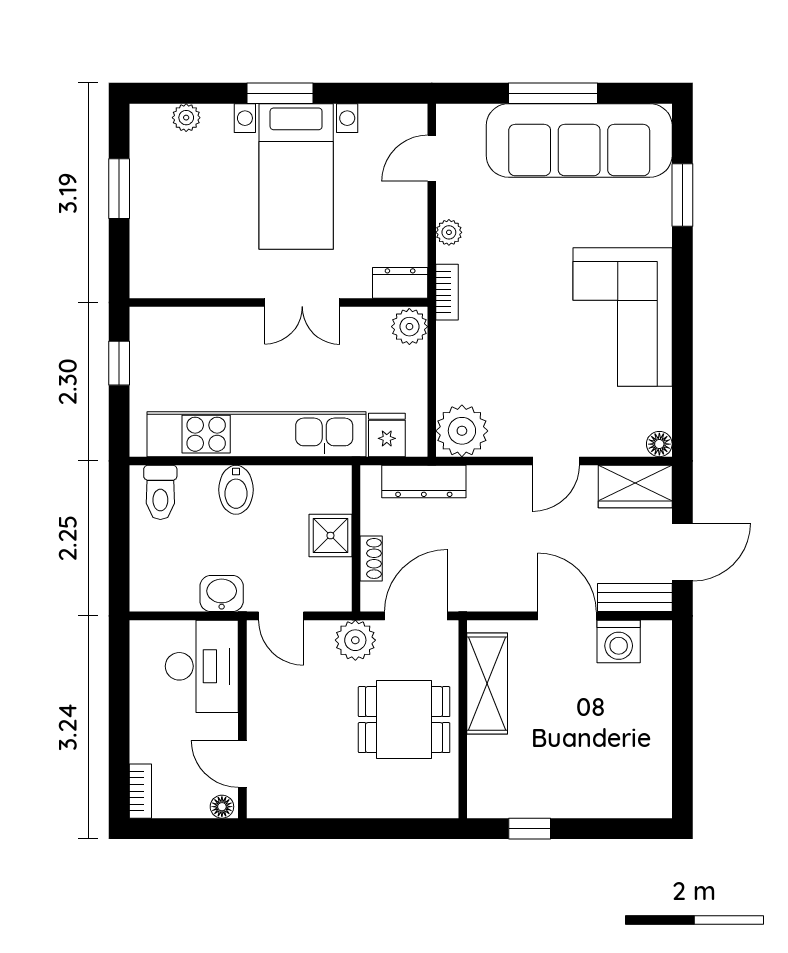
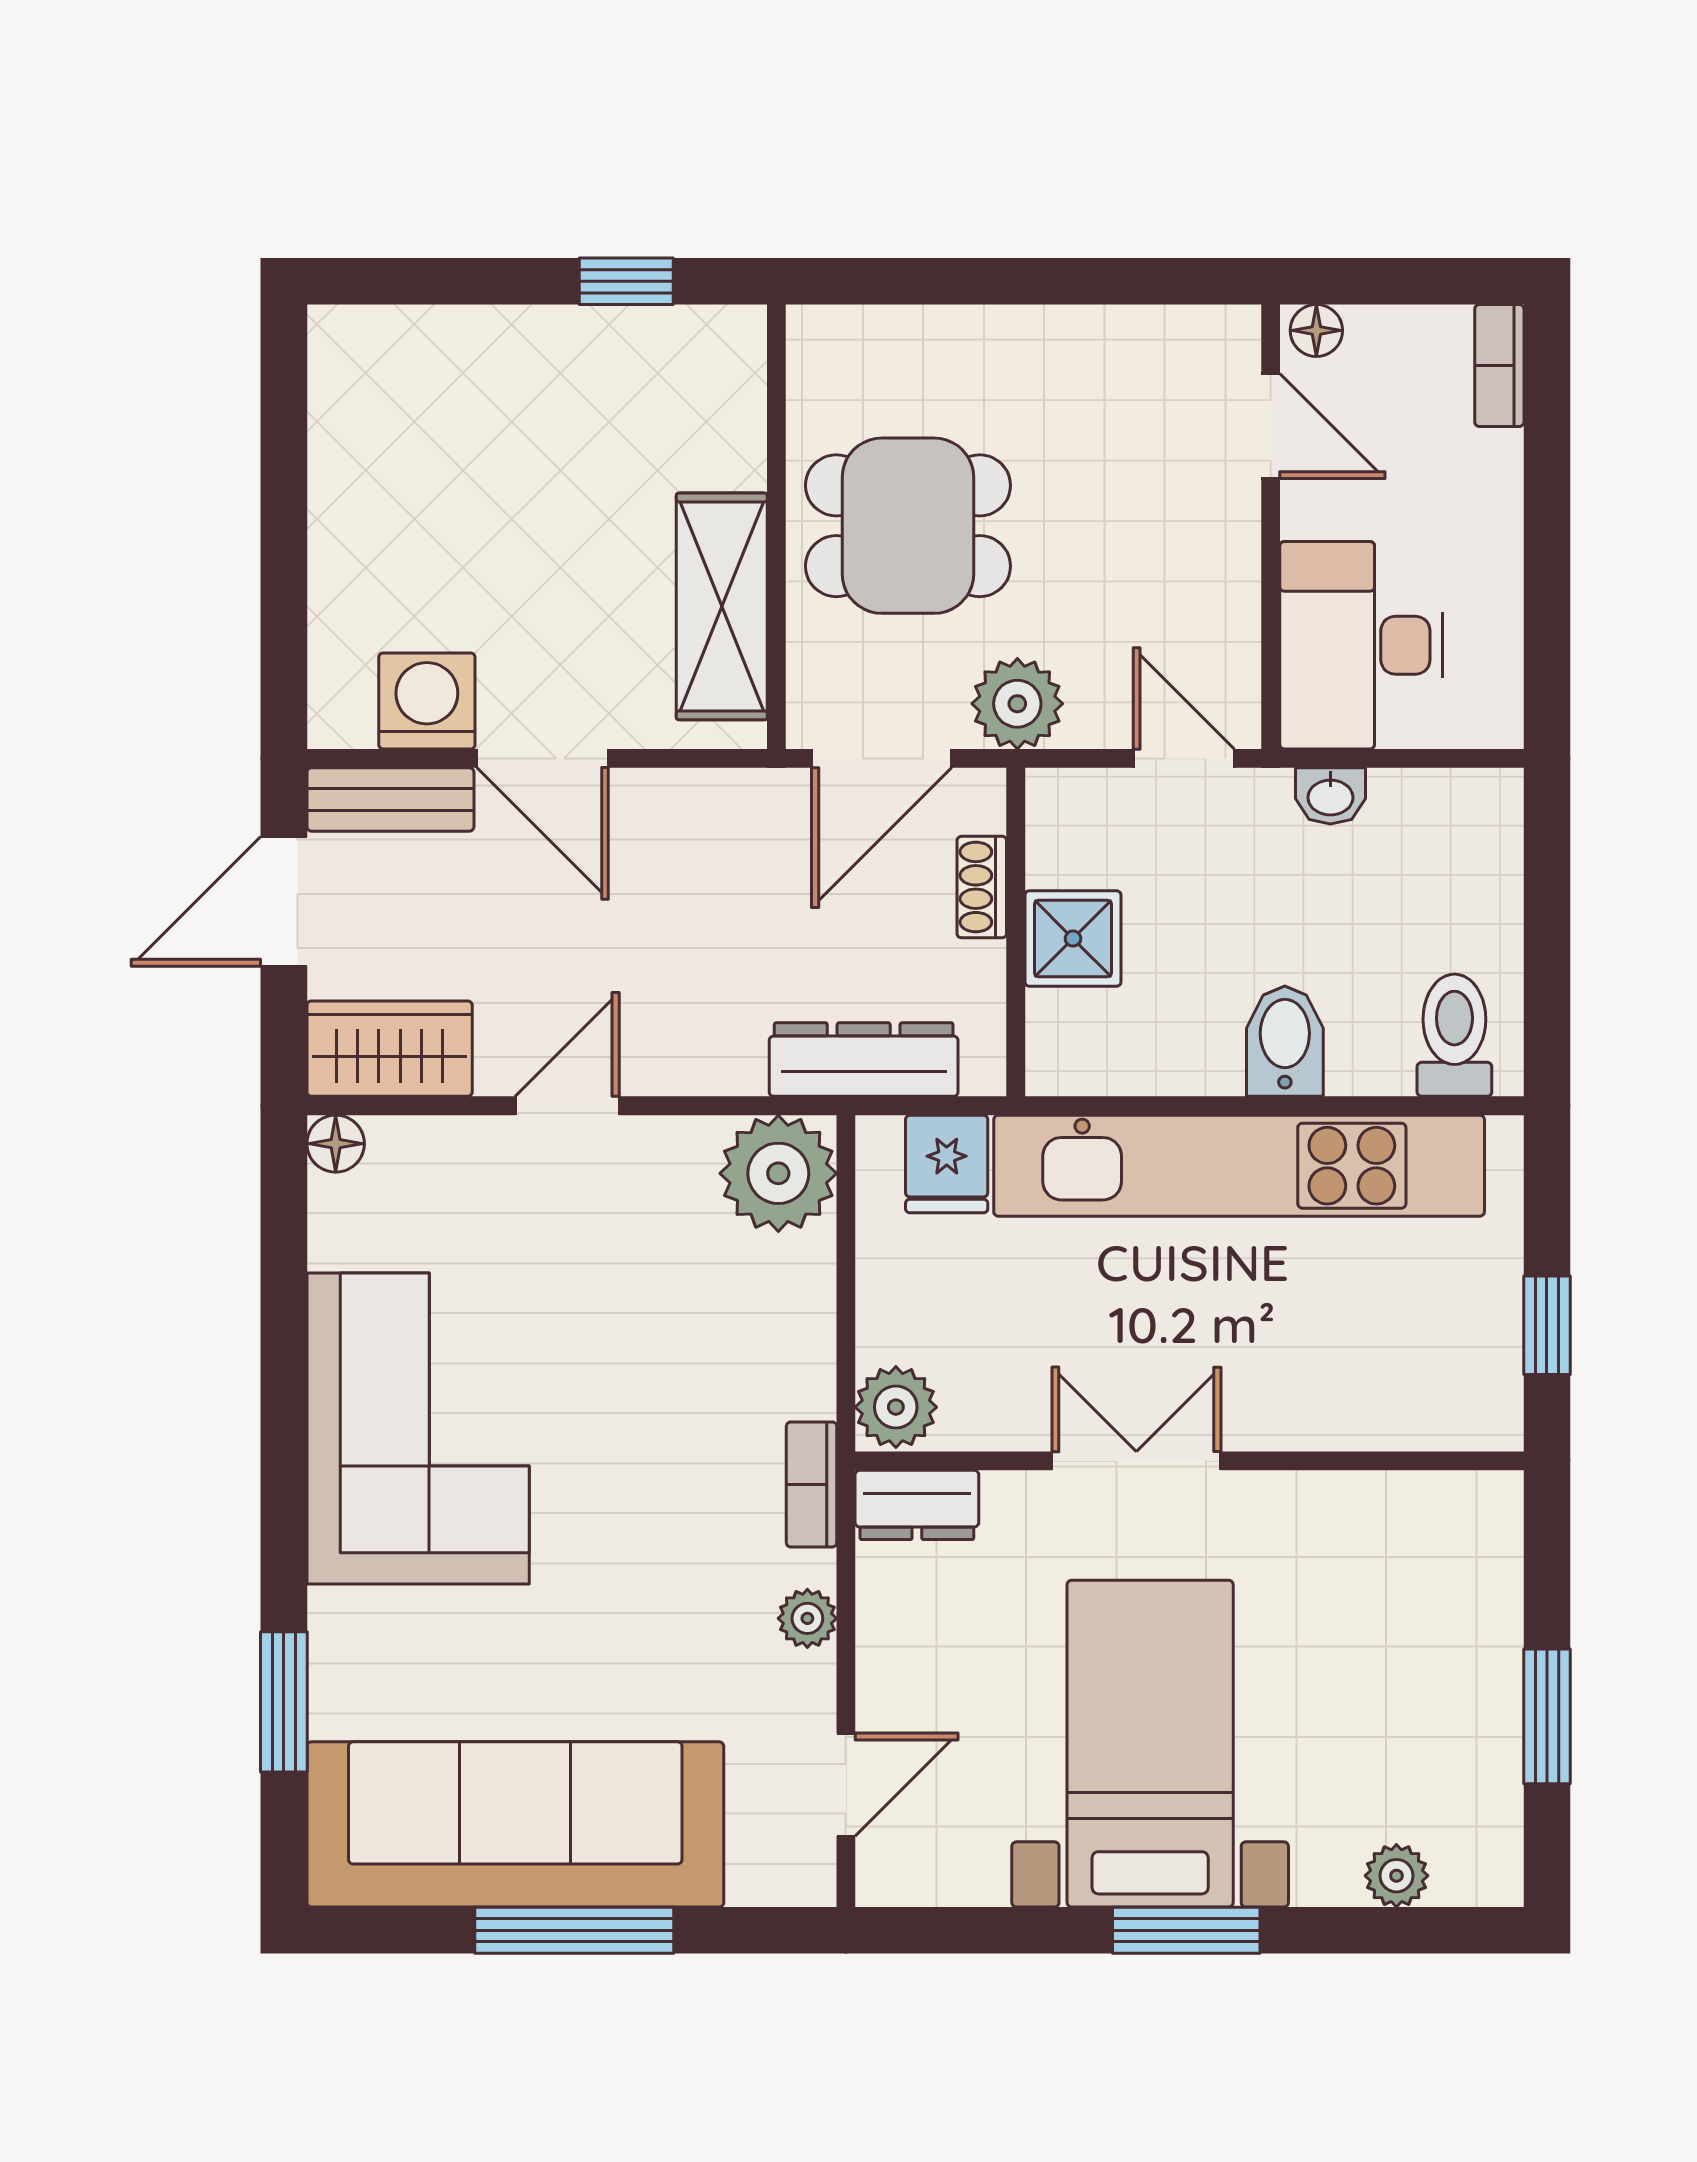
washbasin: (222, 594) -> (1330, 796), width x0.72, depth x0.69

